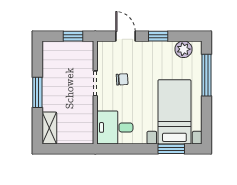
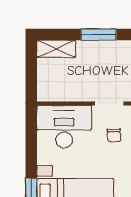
desk: (115, 127) -> (64, 127), width x1.37

